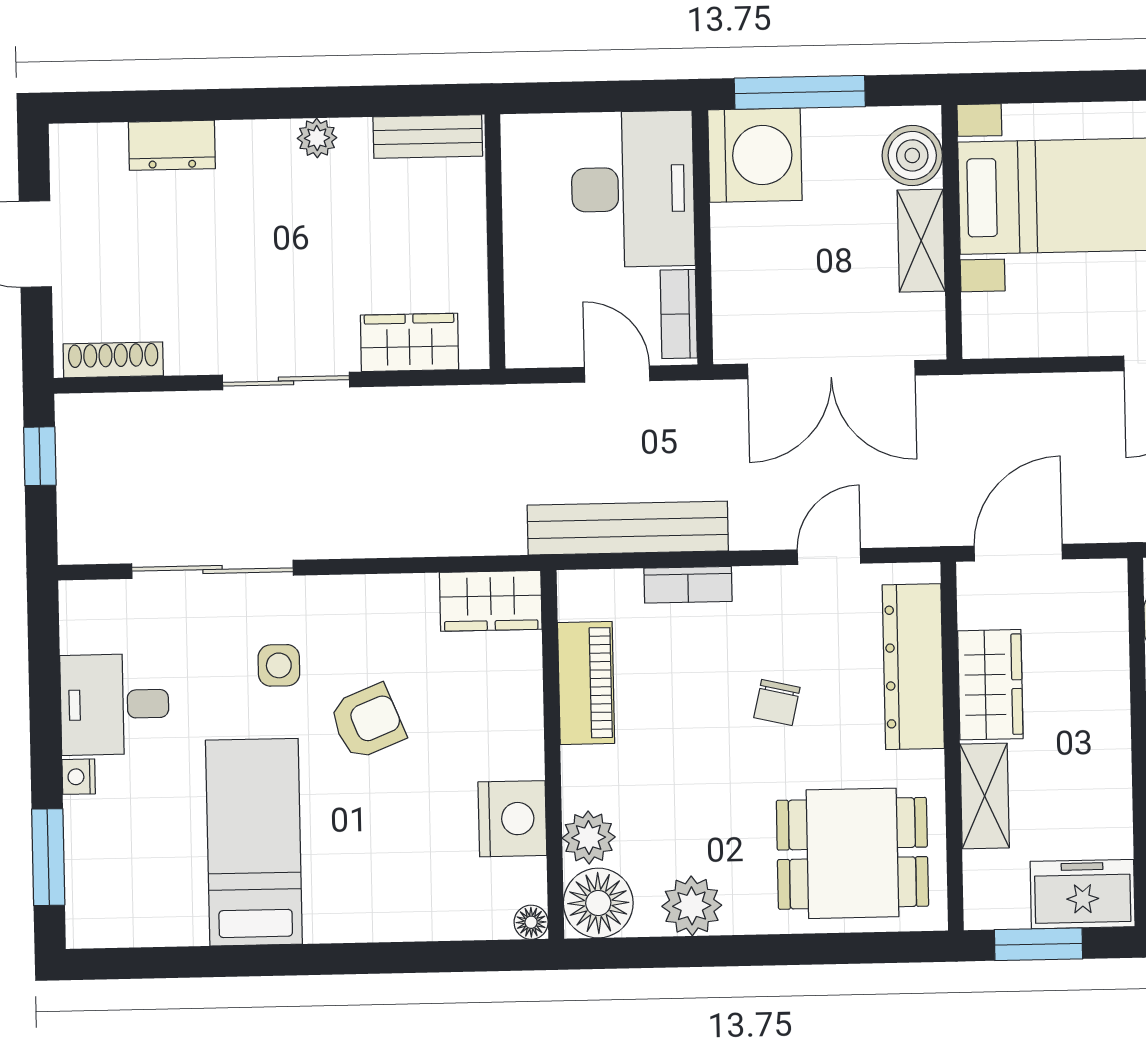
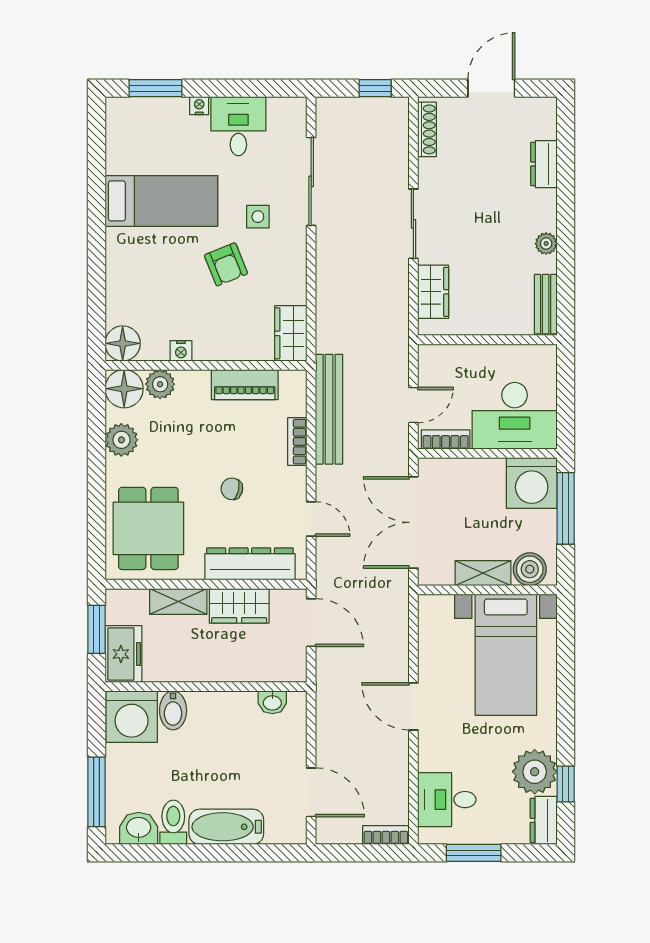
nightstand: (512, 819) -> (181, 351), width x0.53, depth x0.56
floor lamp: (531, 922) -> (123, 343), width x1.89, depth x1.89

